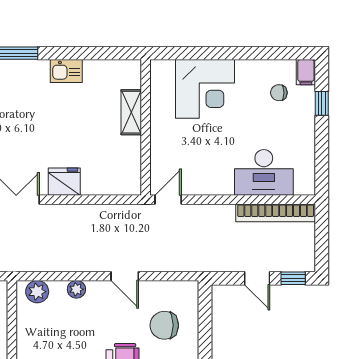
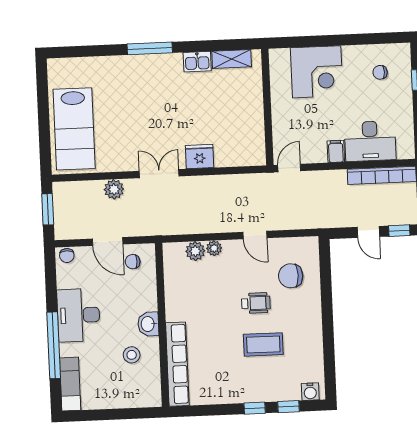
filing cabinet: (306, 72) -> (336, 151), moved, turned 180
shelving: (131, 112) -> (232, 59), moved, turned 90
plant: (37, 292) -> (195, 251), moved

